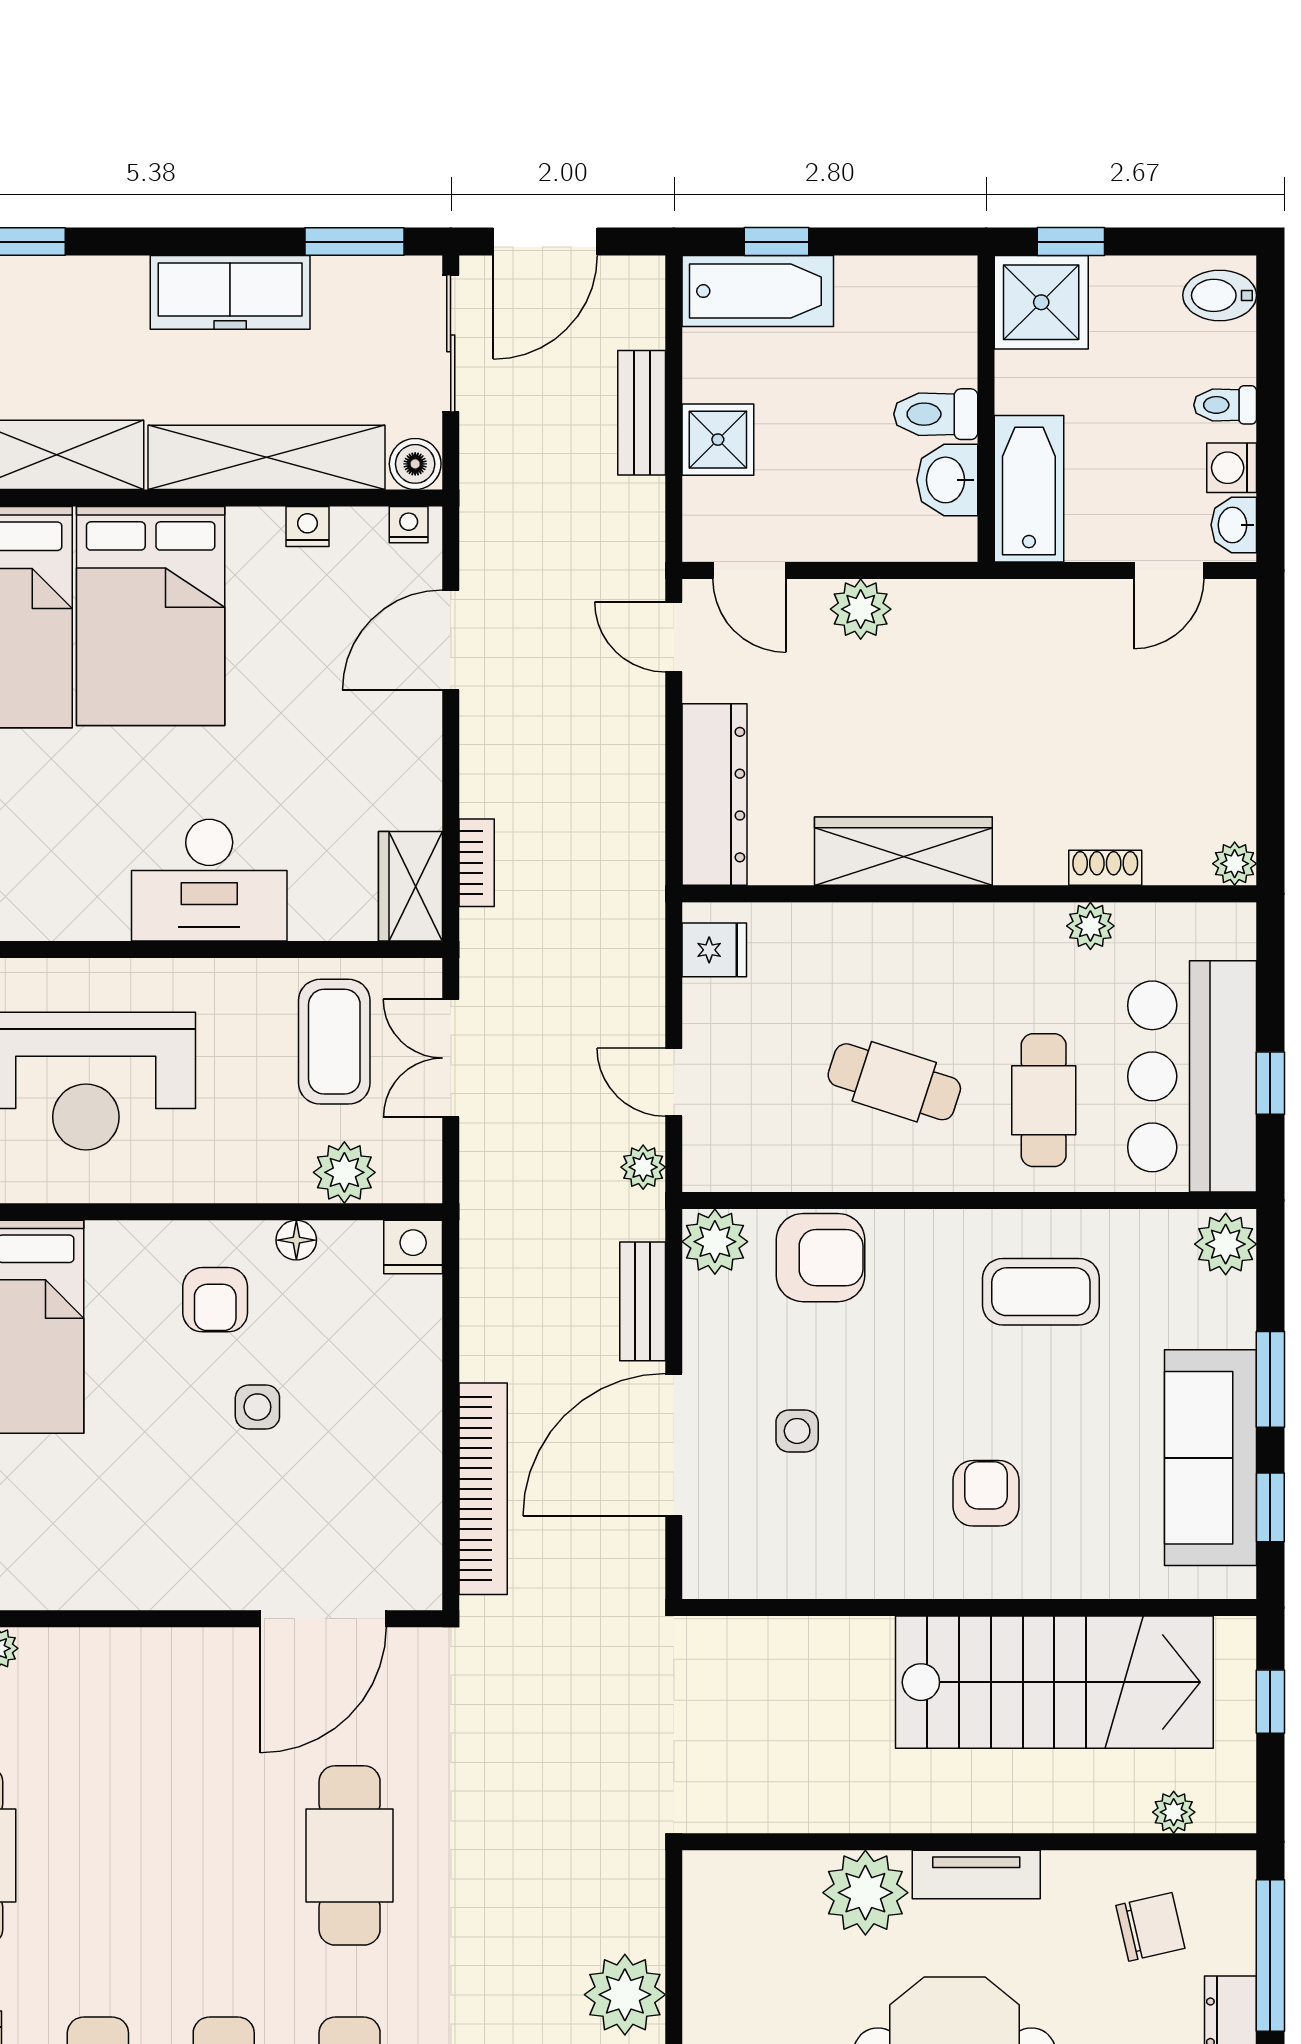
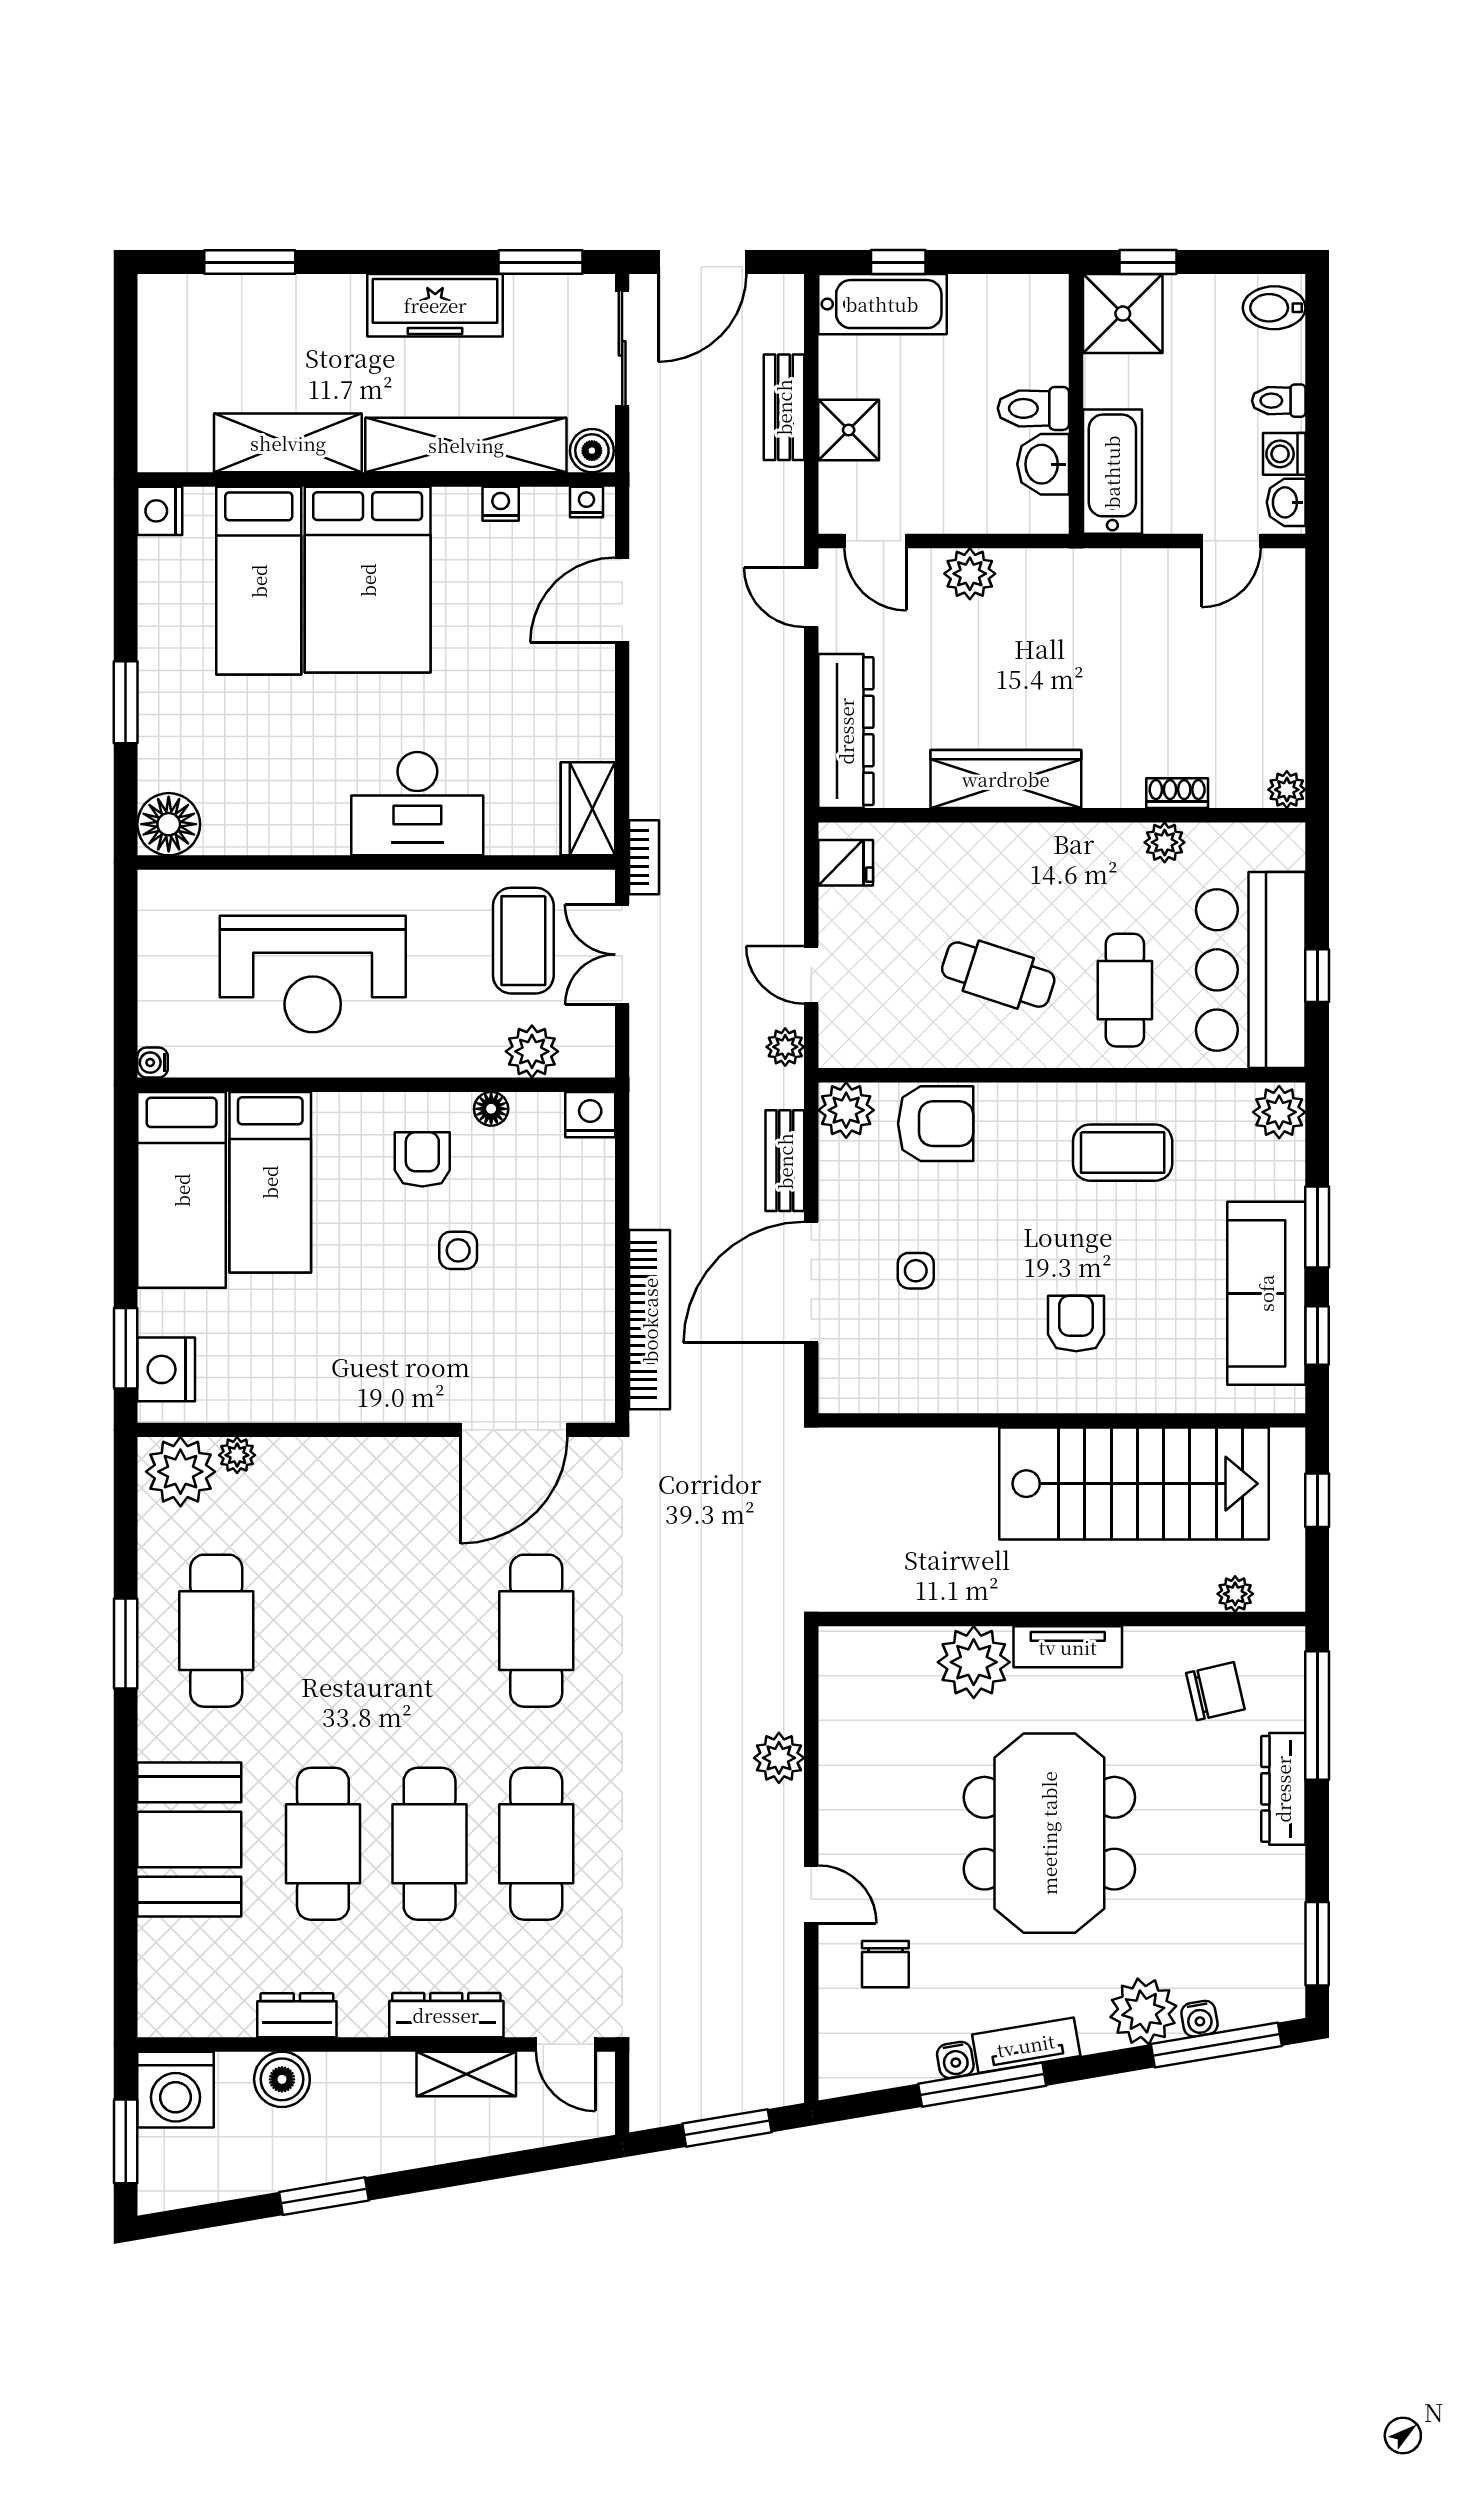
bookcase: (477, 863) -> (644, 857), moved
armchair: (215, 1300) -> (422, 1159), turned 180
plant: (625, 1995) -> (779, 1758), width x0.73, depth x0.73

